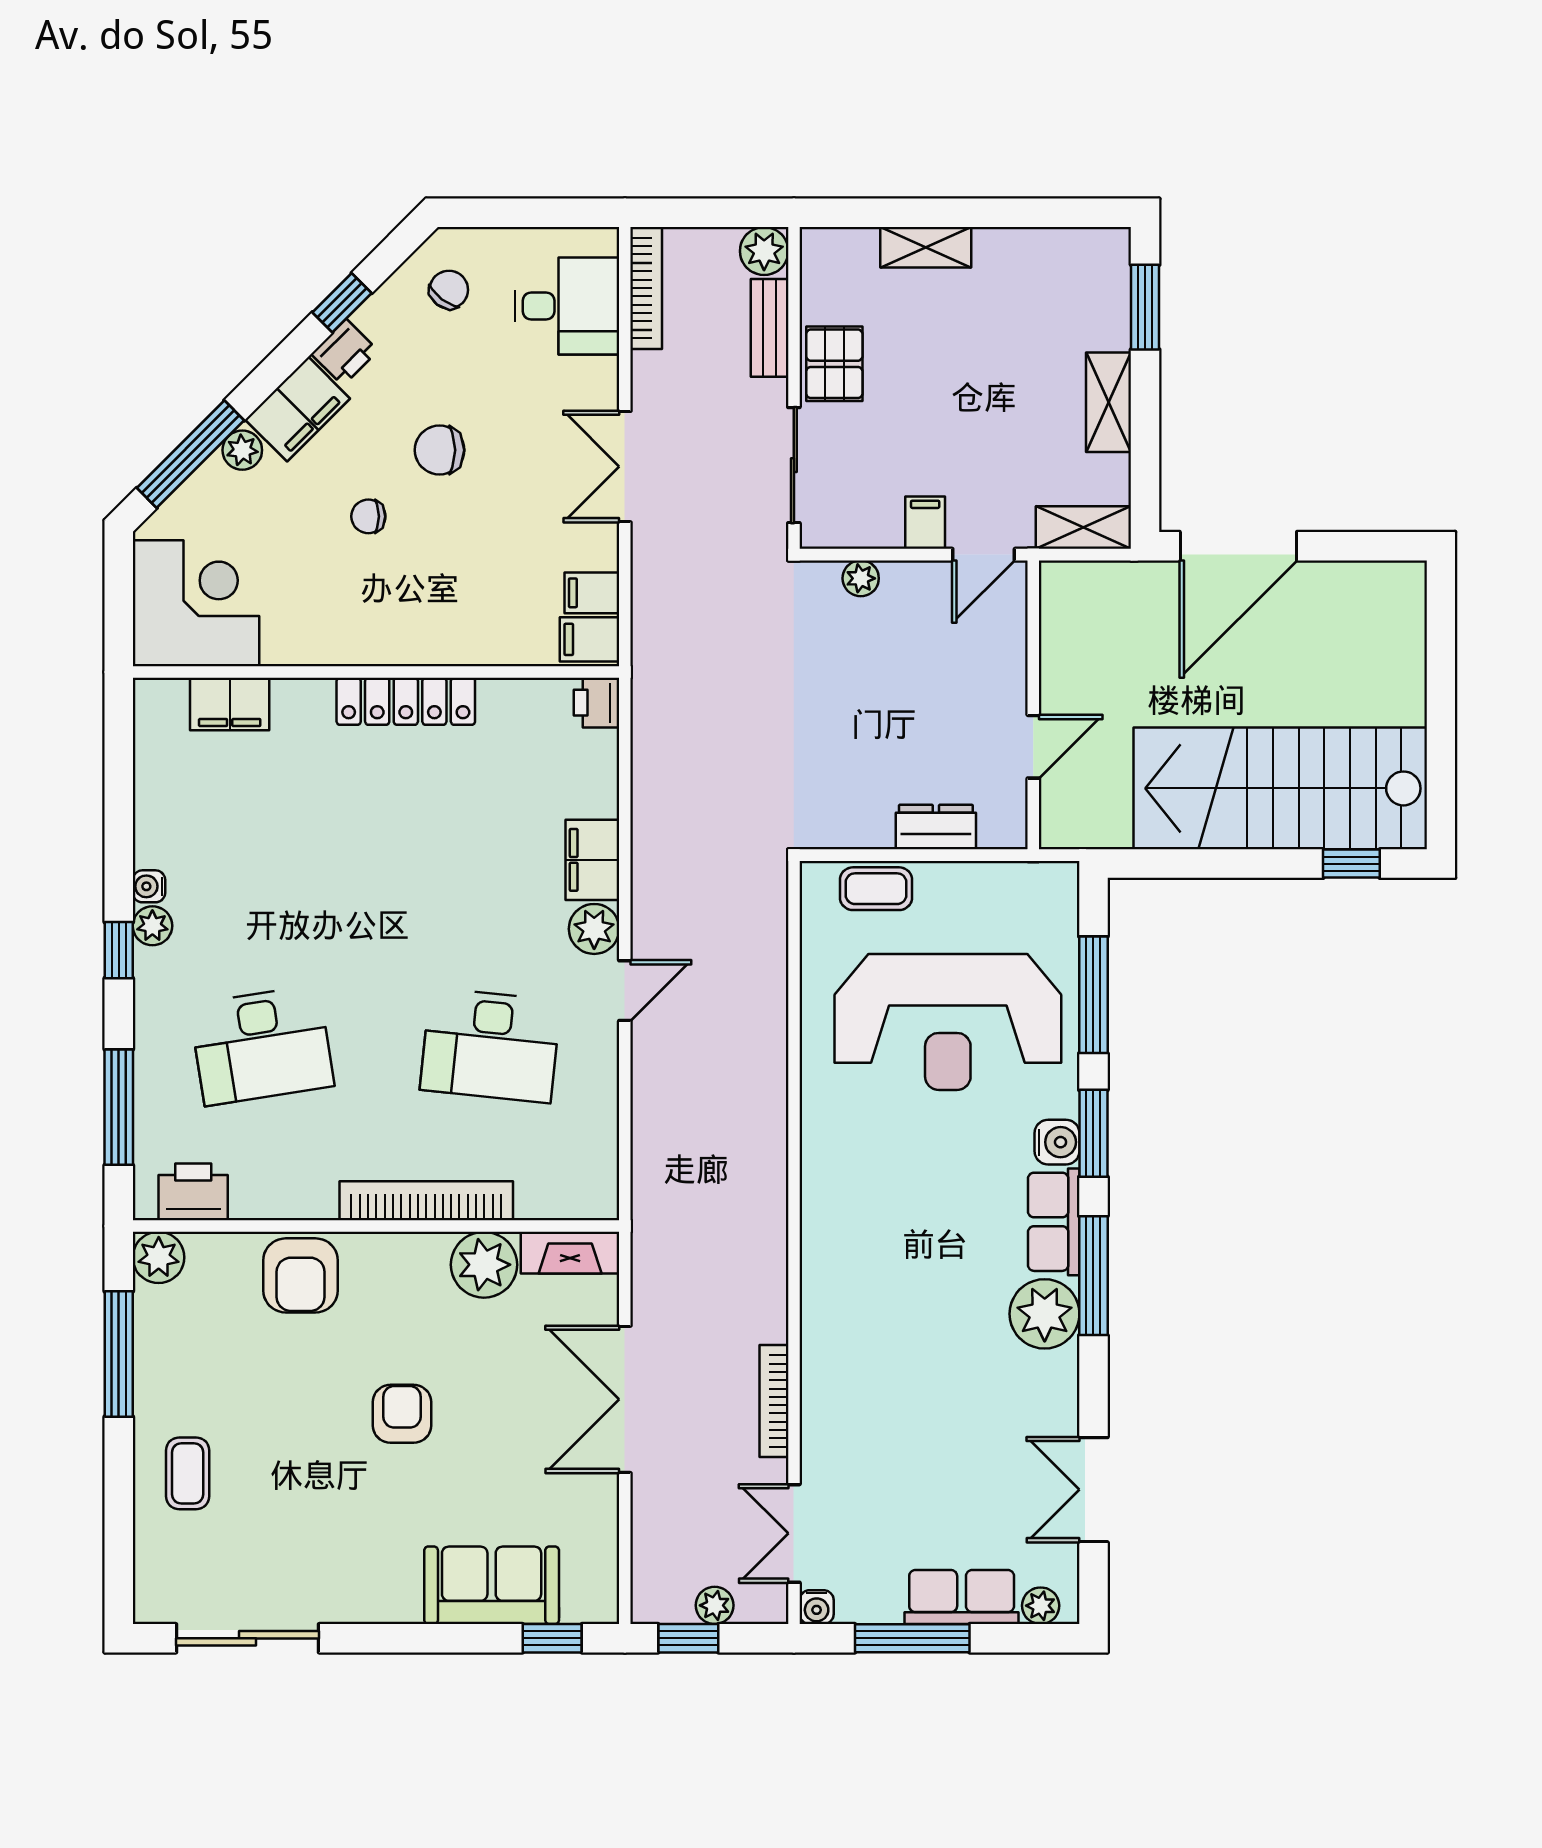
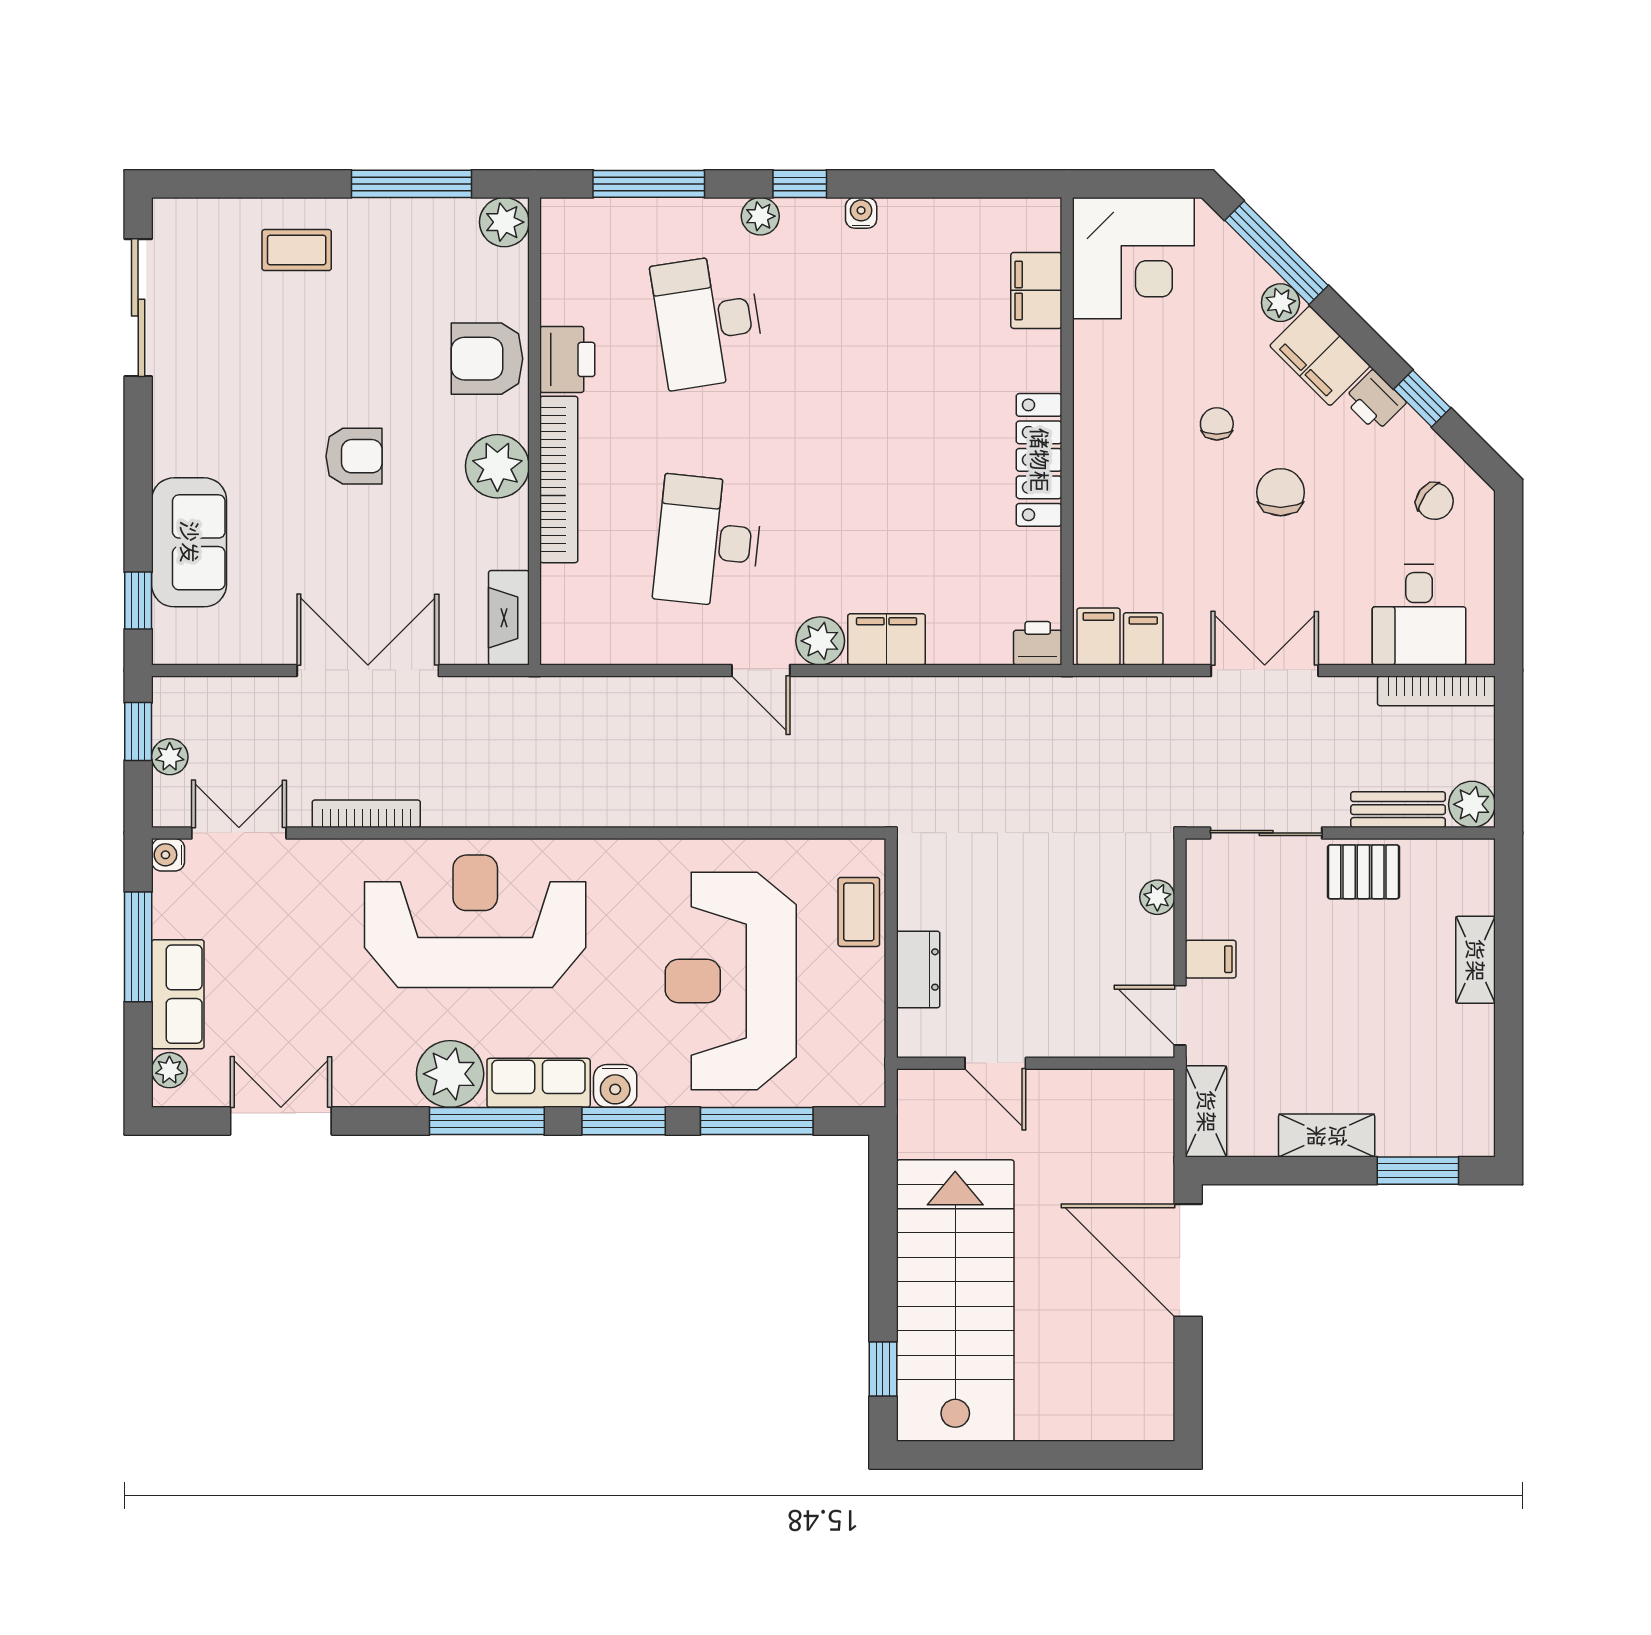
plant: (152, 926) -> (760, 216), moved
printer: (193, 1192) -> (567, 359), moved
plant: (484, 1265) -> (497, 466), moved
reception desk: (886, 1288) -> (475, 921), added

